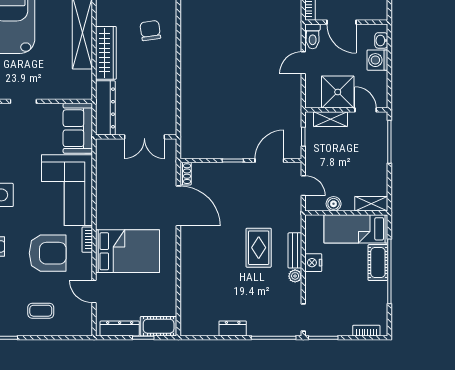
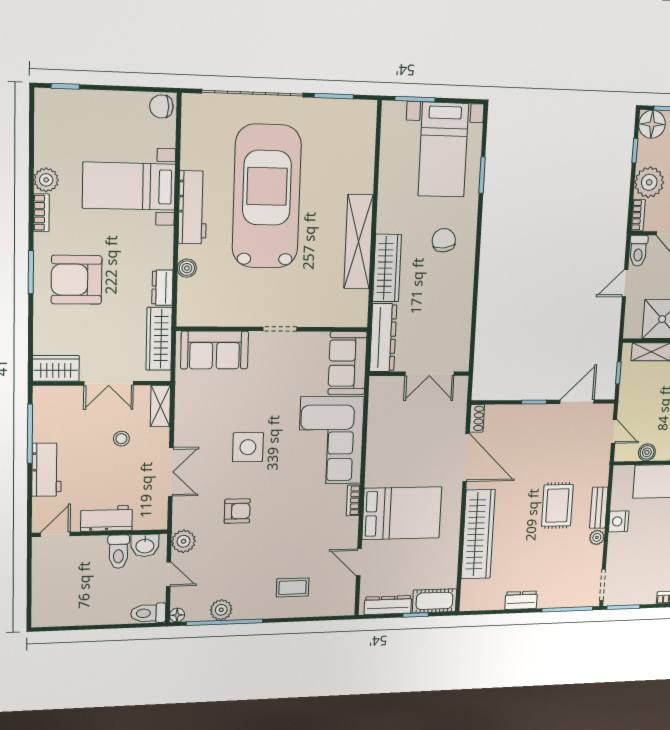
armchair: (48, 253) -> (304, 518), removed
wardrobe: (192, 271) -> (478, 534), added

